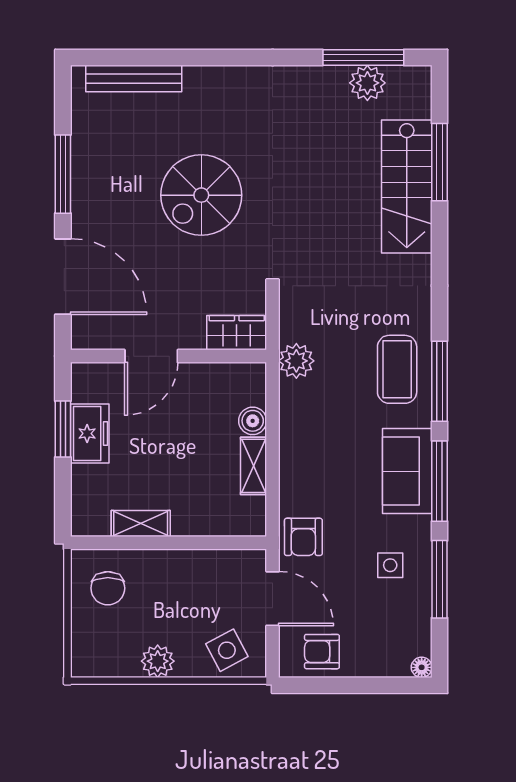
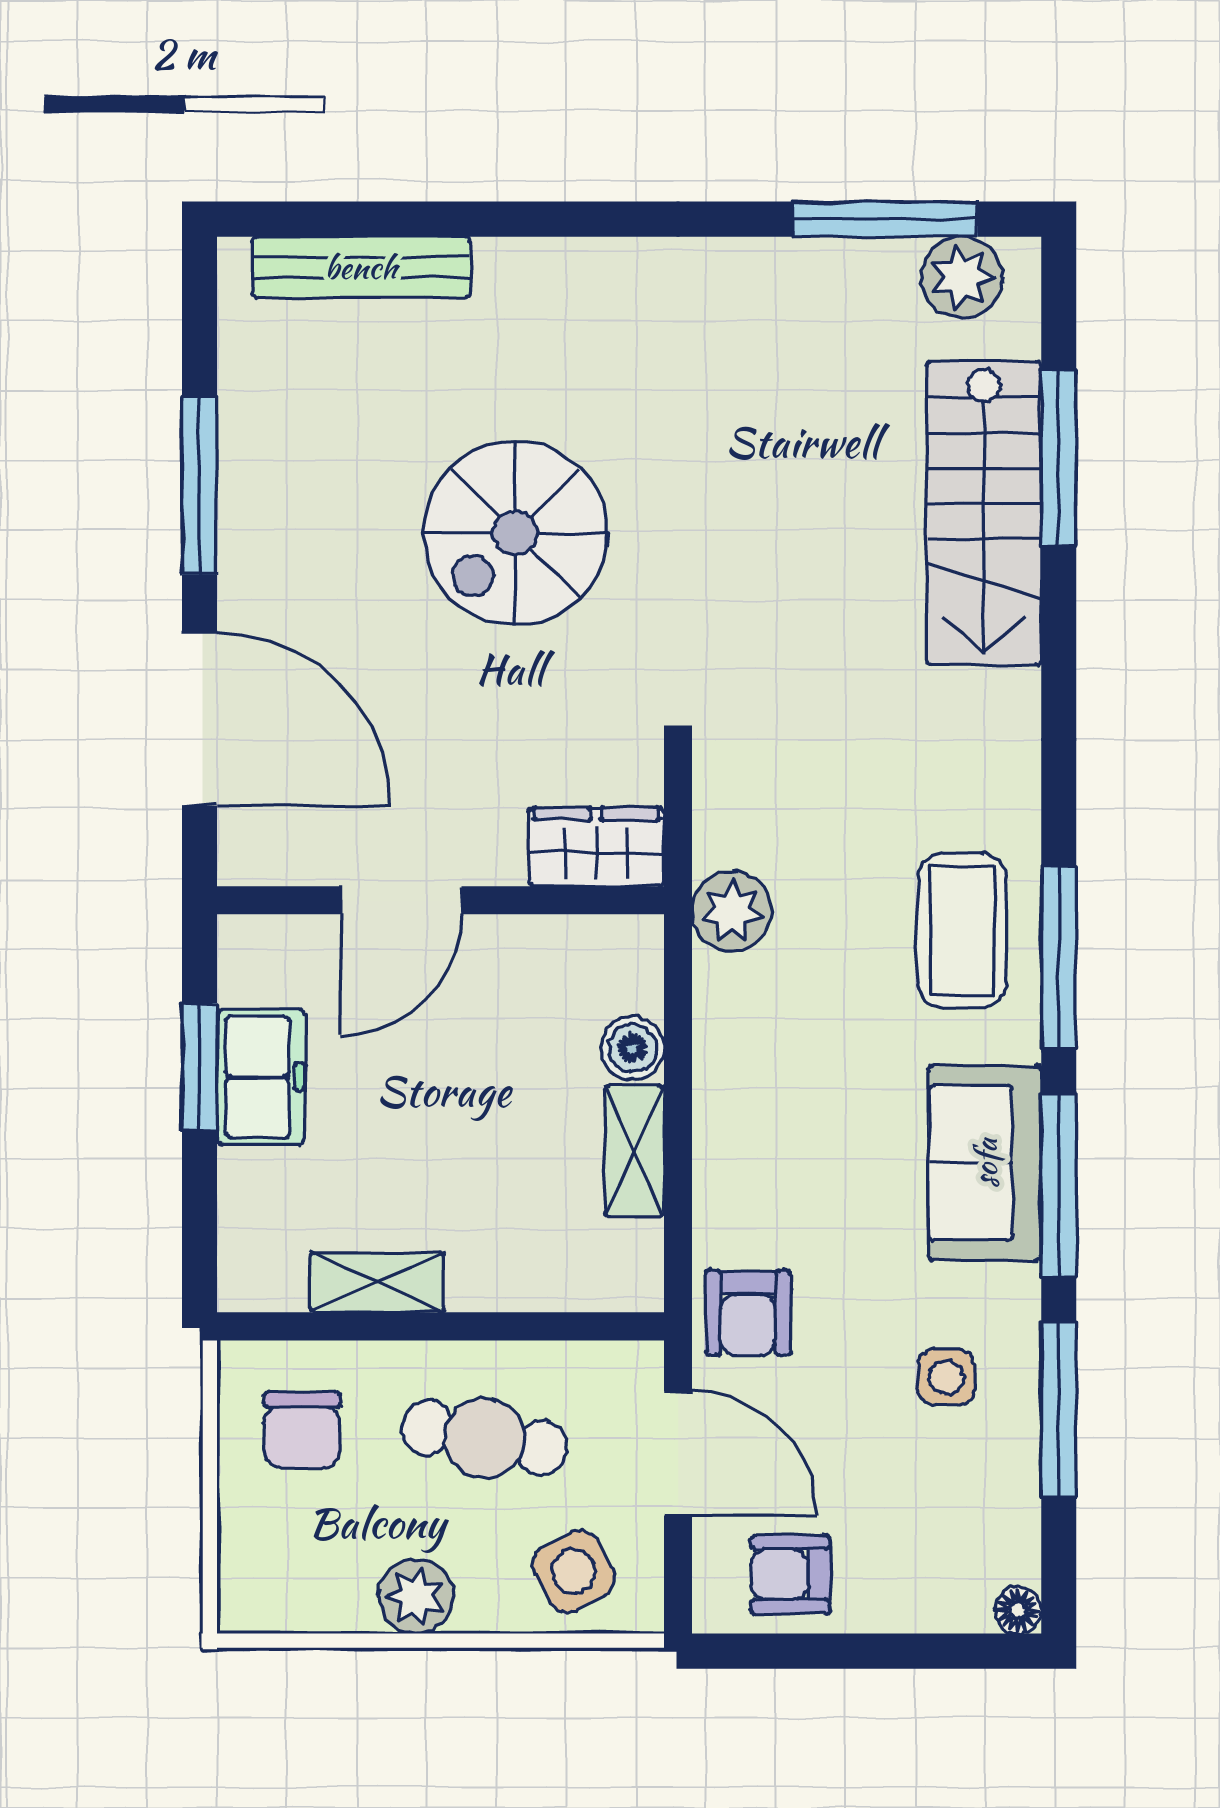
plant: (367, 83) -> (962, 277), moved
cafe table: (188, 592) -> (485, 1438), added

